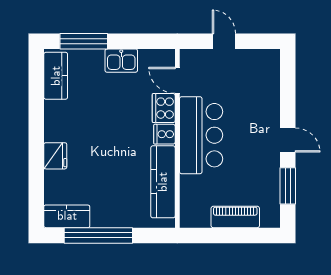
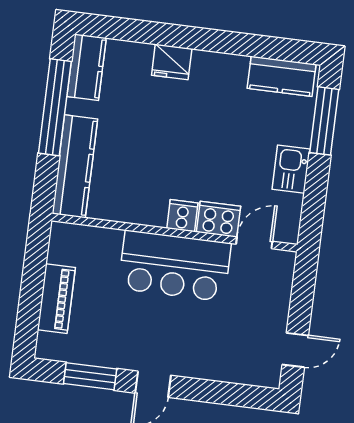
door: (224, 41) -> (295, 350), moved
kitchen counter: (163, 182) -> (75, 166), moved, turned 90

